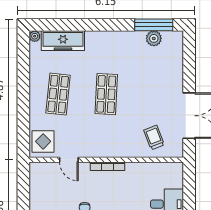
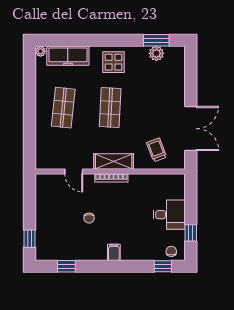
window: (154, 25) -> (156, 40), width x0.69
display table: (43, 141) -> (113, 62), moved
shelving: (110, 149) -> (114, 161), added

